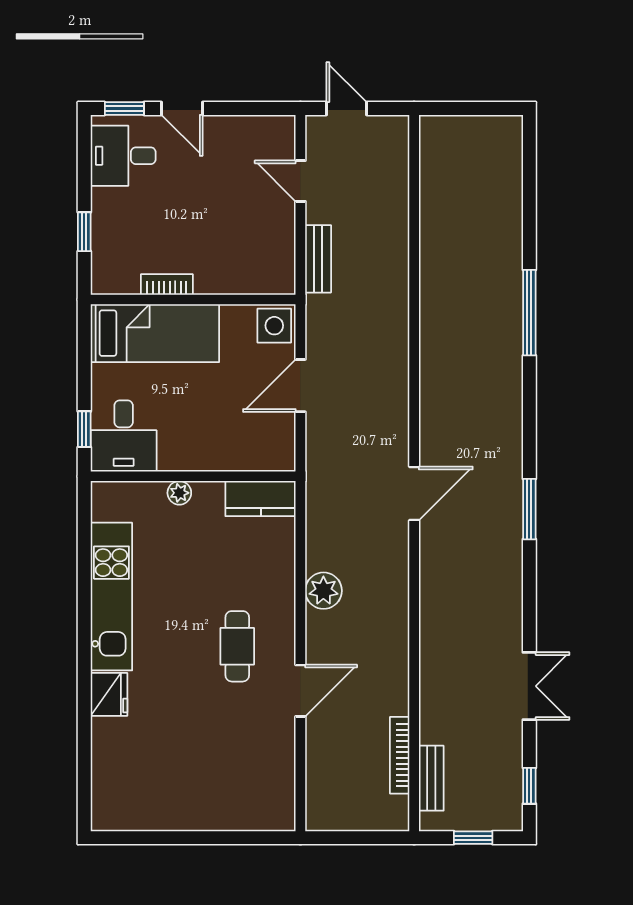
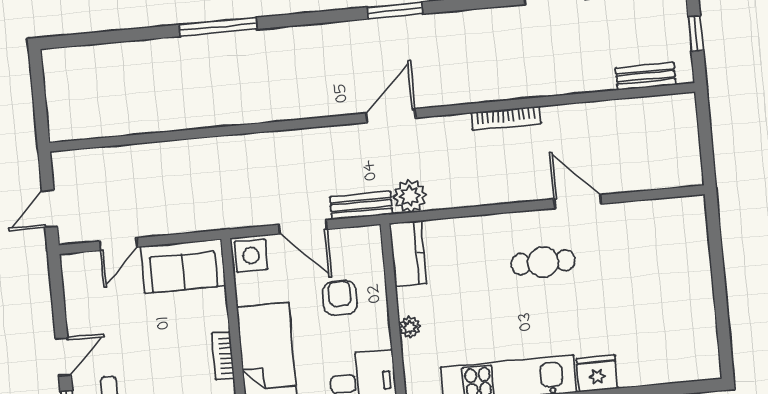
sofa: (270, 250) -> (183, 266), added
bench: (318, 259) -> (361, 206), moved
armchair: (219, 419) -> (340, 298), added
door: (414, 494) -> (391, 116), hinge flipped
plant: (323, 591) -> (410, 196), moved
bookcase: (400, 755) -> (506, 118), moved

